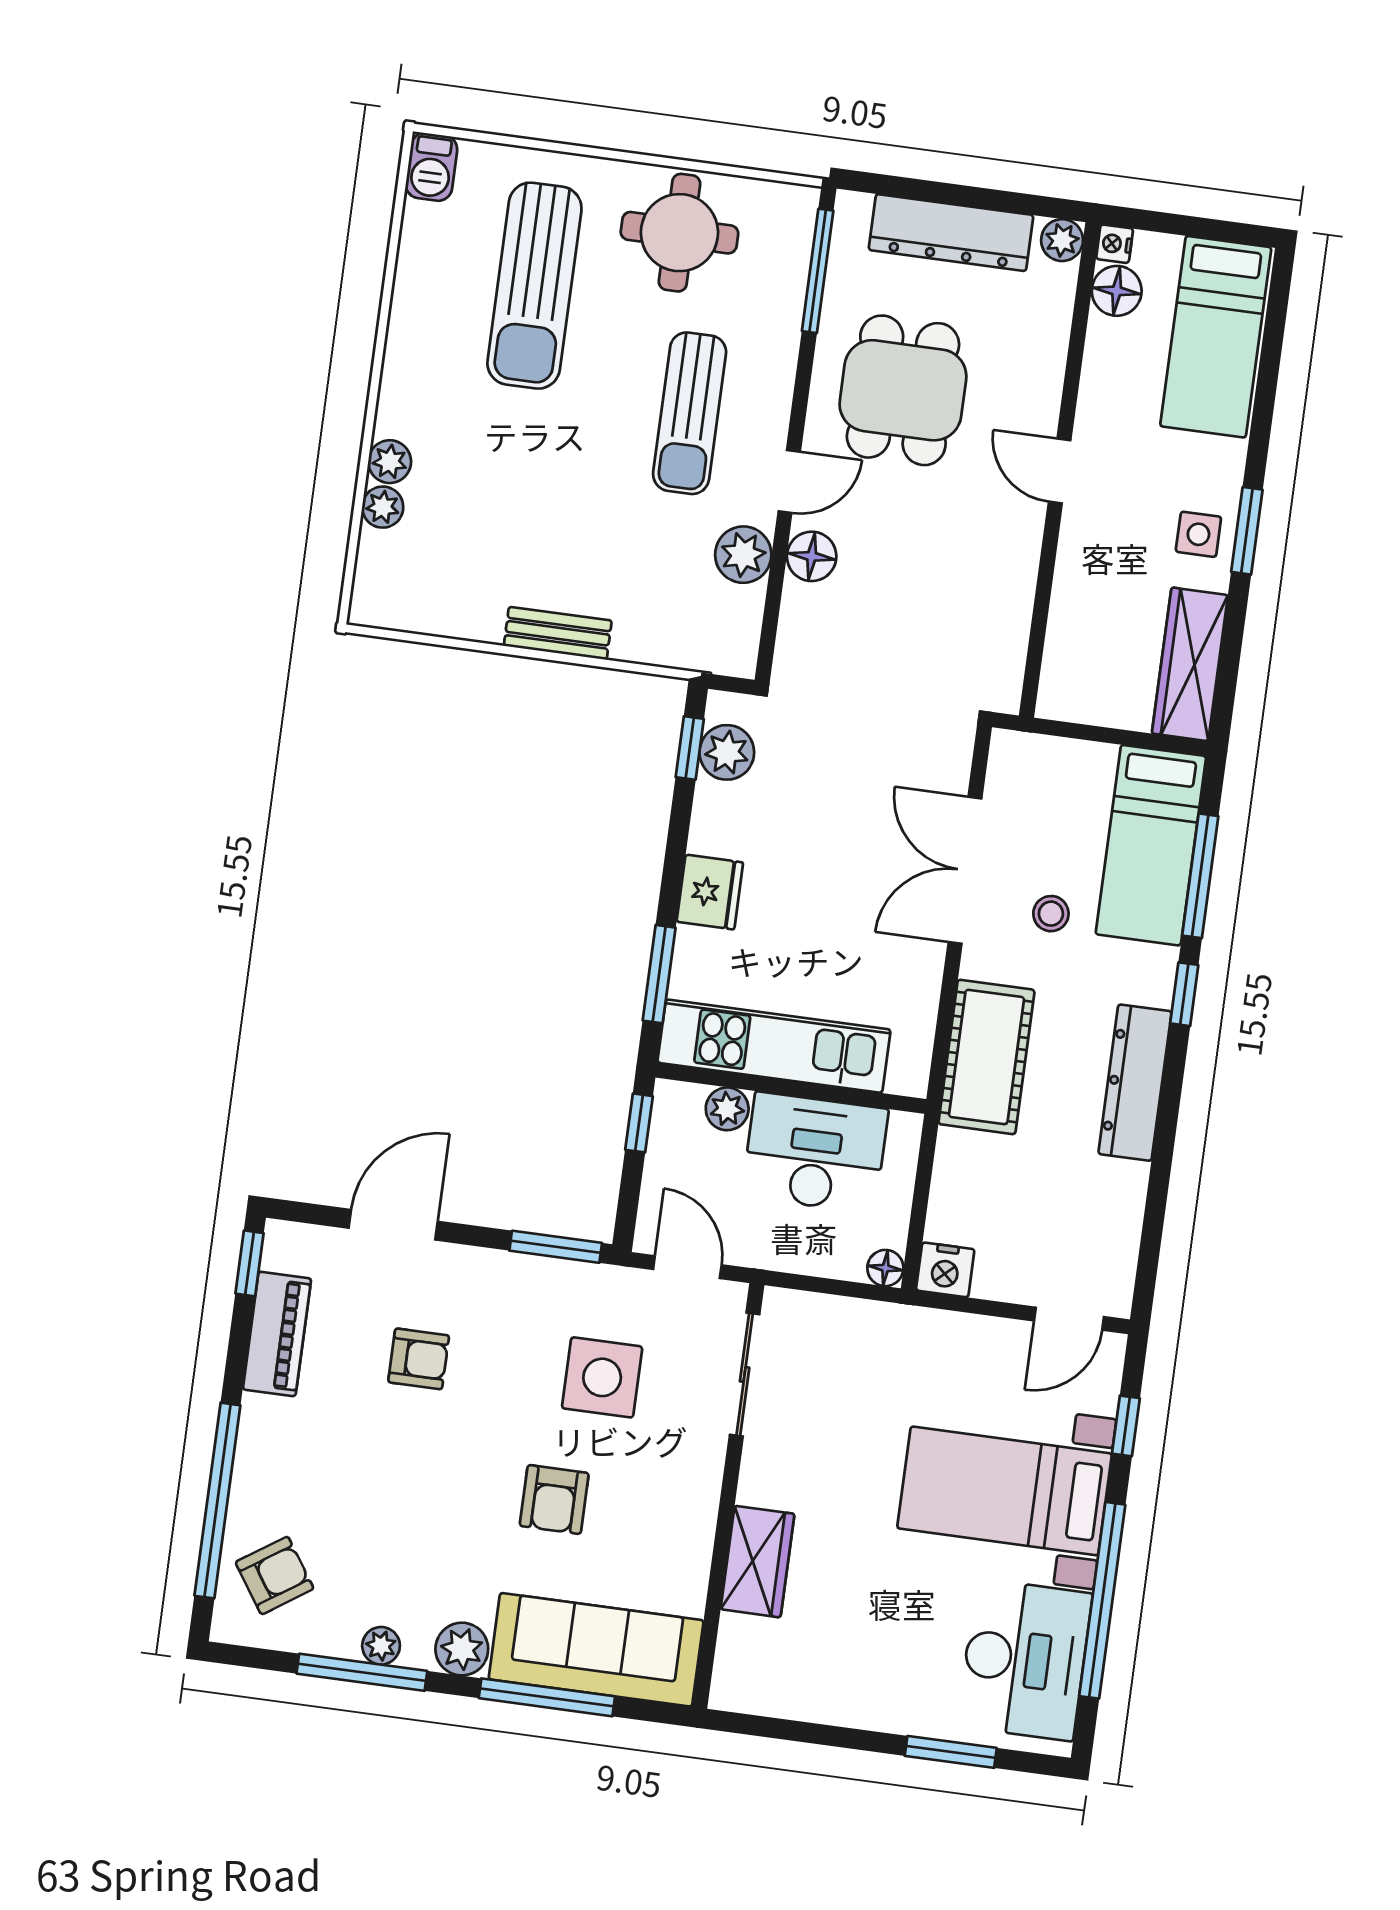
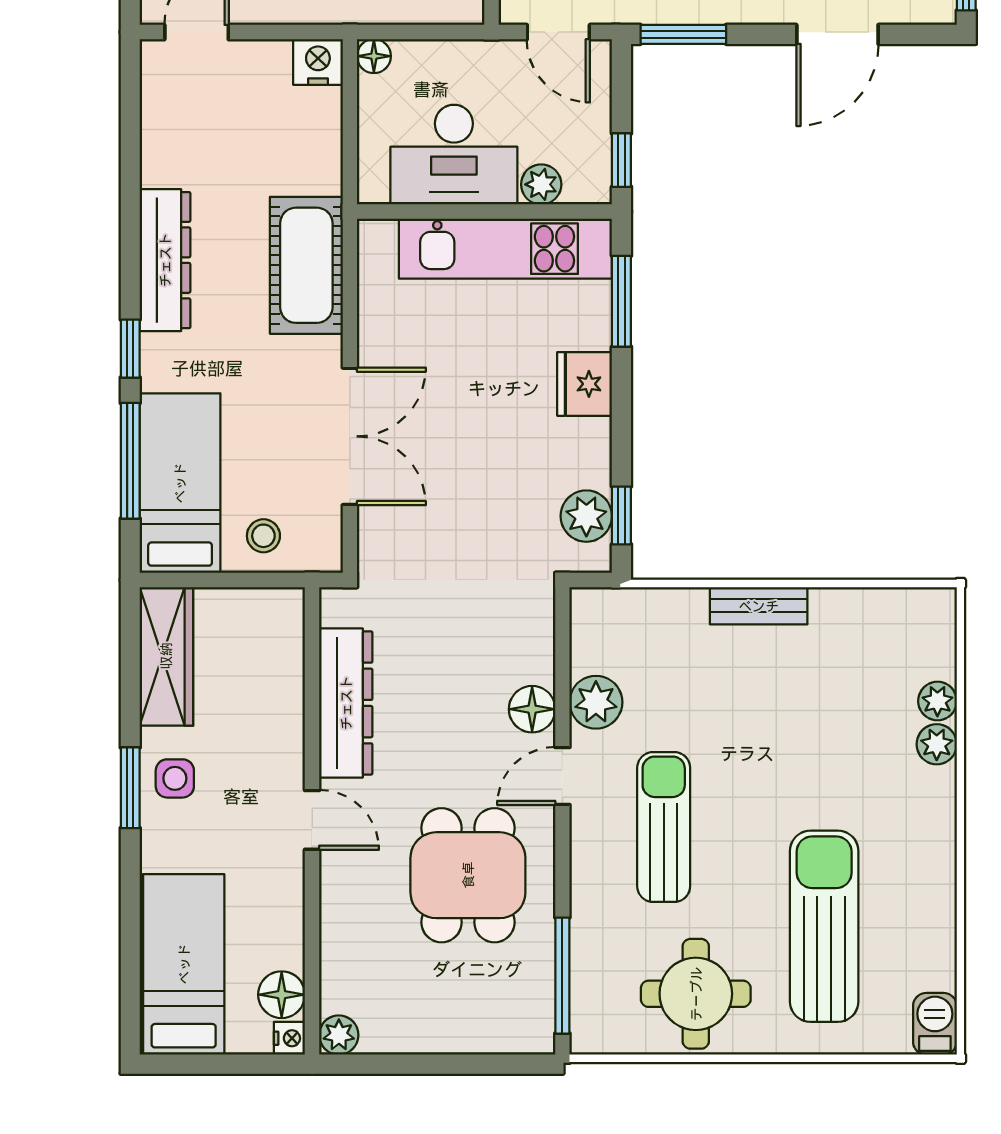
dresser: (951, 233) -> (346, 703), moved, turned 90
stool: (1051, 914) -> (263, 536), moved

